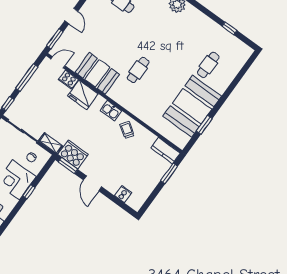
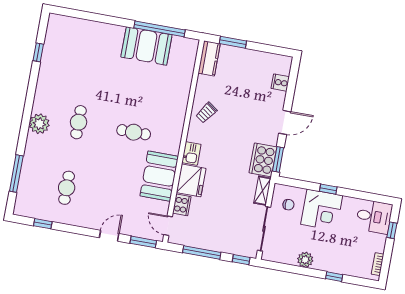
cafe table: (208, 65) -> (79, 122), moved, turned 90
booth: (192, 106) -> (146, 46), width x0.73, depth x0.70
kitchen sink: (111, 111) -> (191, 153), moved
window: (204, 125) -> (159, 29), width x2.11

